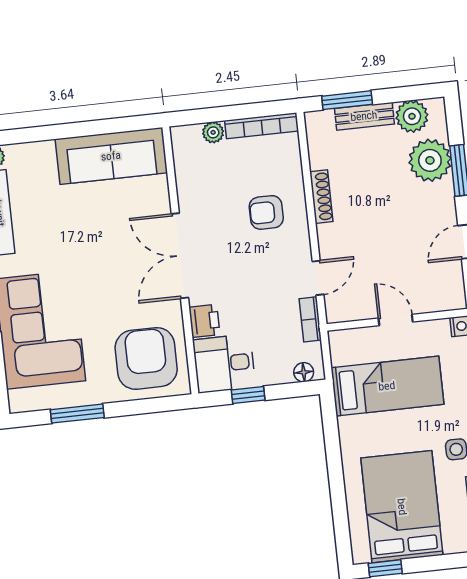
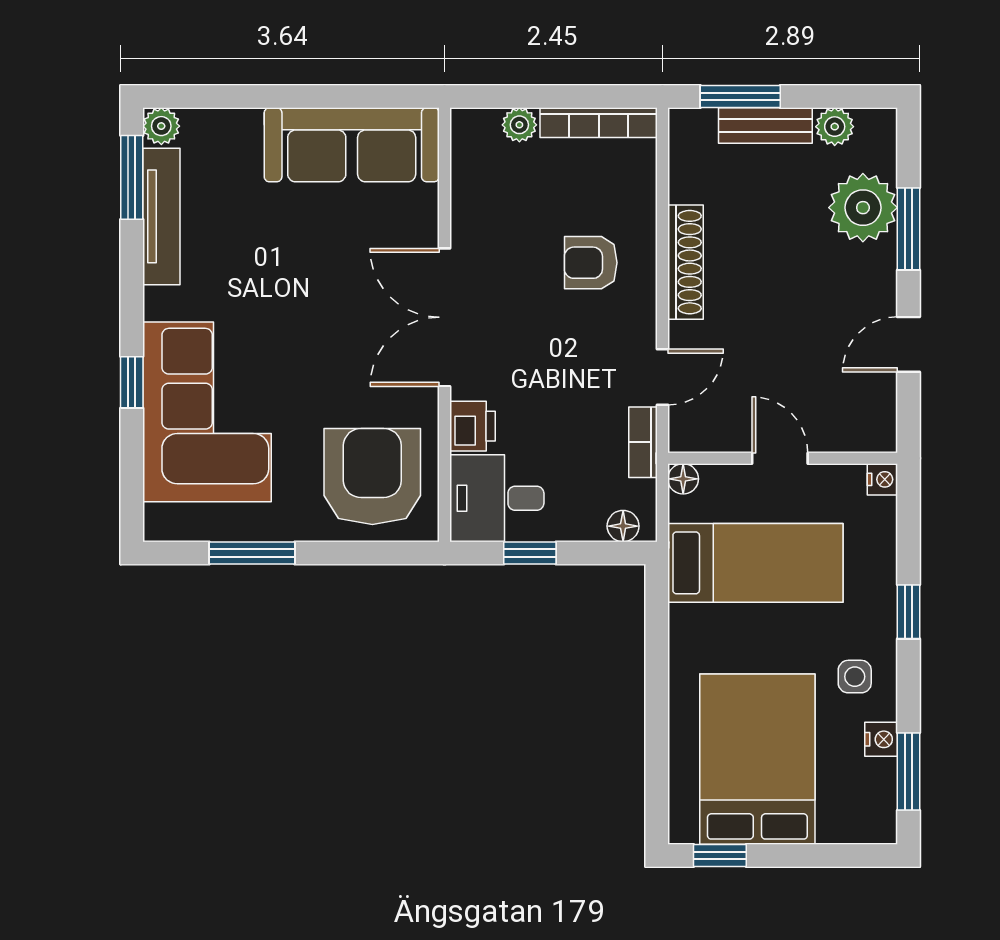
plant: (412, 116) -> (835, 127), width x0.73, depth x0.73
shoe rack: (321, 197) -> (685, 262), width x1.36, depth x1.24
floor lamp: (337, 339) -> (683, 479), added

